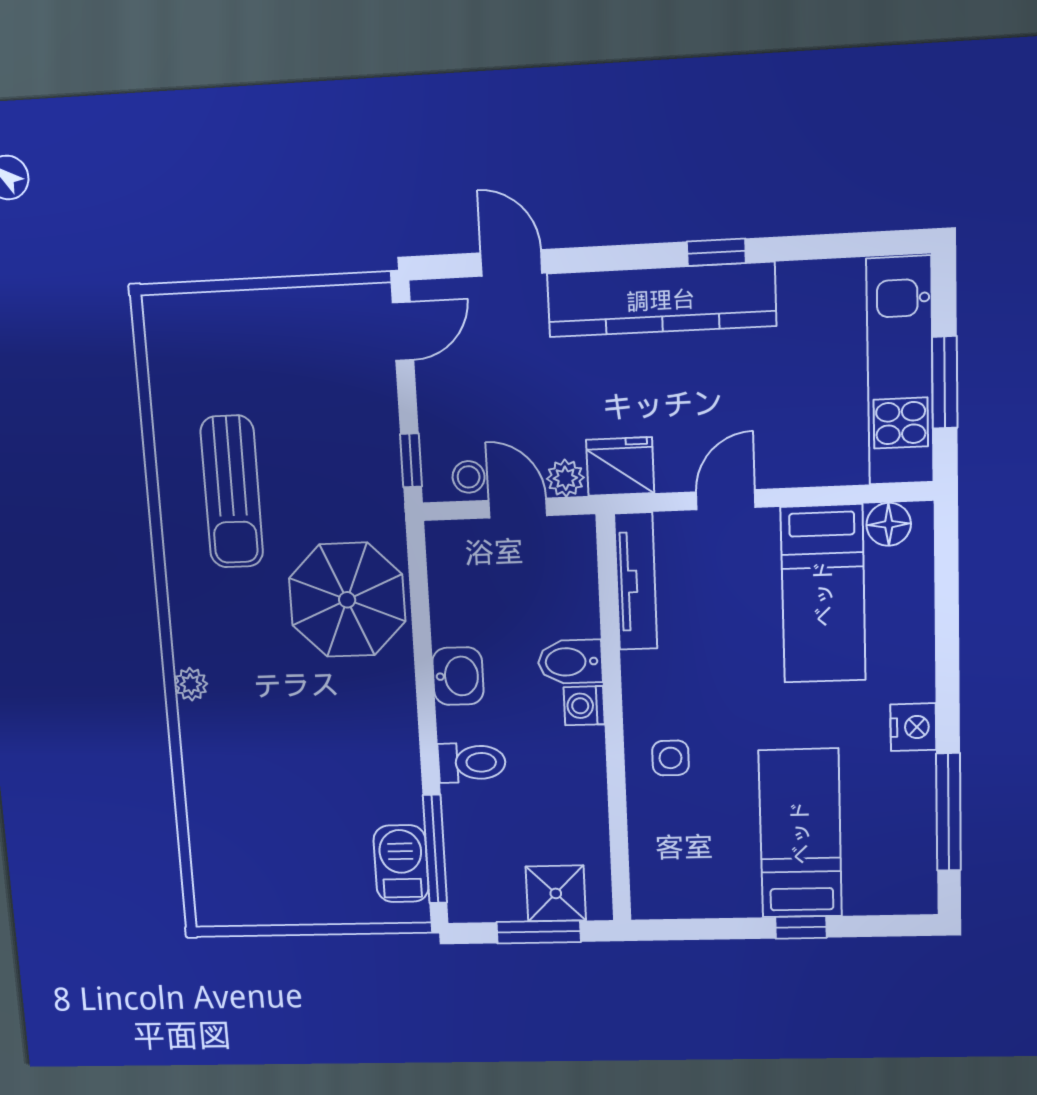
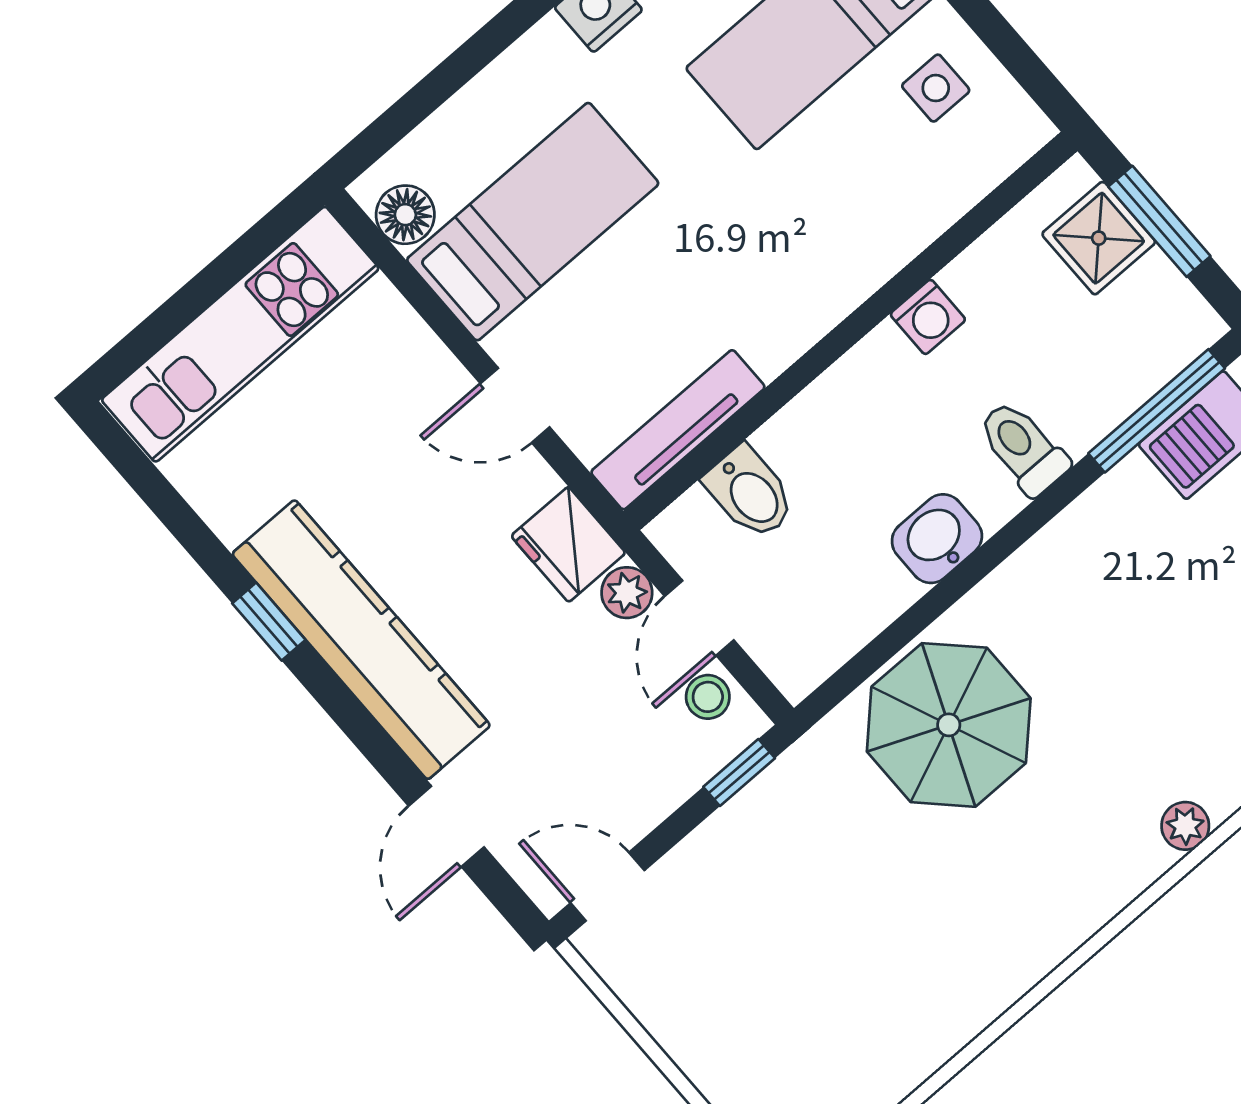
window: (945, 382) -> (216, 279), removed
sun lounger: (232, 492) -> (929, 941), removed
bidet: (570, 662) -> (750, 493), moved
washing machine: (584, 706) -> (928, 317), moved
side table: (670, 758) -> (936, 88), moved

